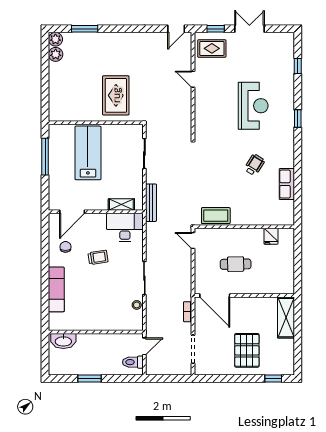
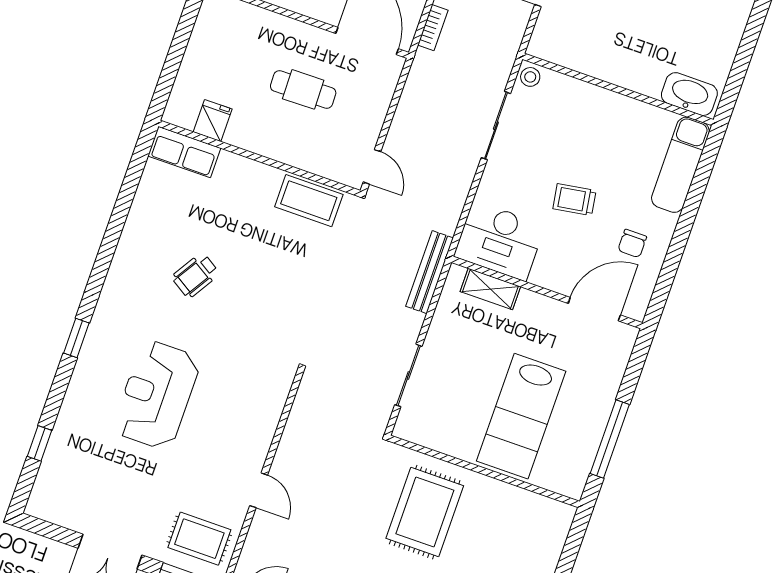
row of seats: (287, 184) -> (184, 152), moved, turned 90
wall: (96, 332) -> (618, 89), moved
washbasin: (63, 341) -> (689, 94), moved

